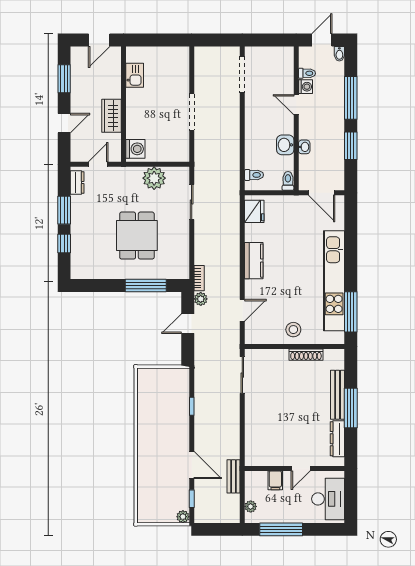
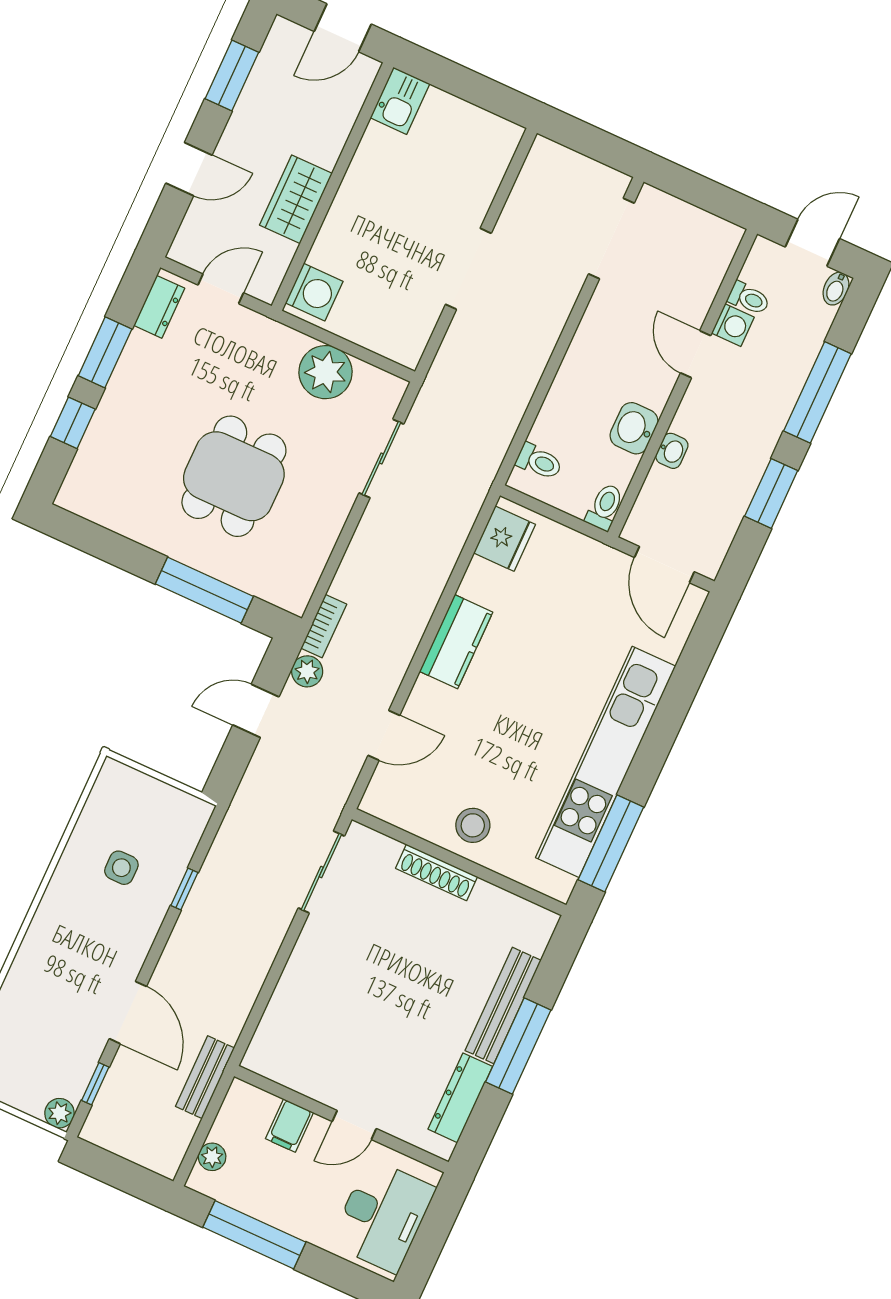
kitchen sink: (135, 75) -> (400, 101), moved
shoe rack: (306, 355) -> (436, 872), moved
side table: (163, 409) -> (121, 868), added

